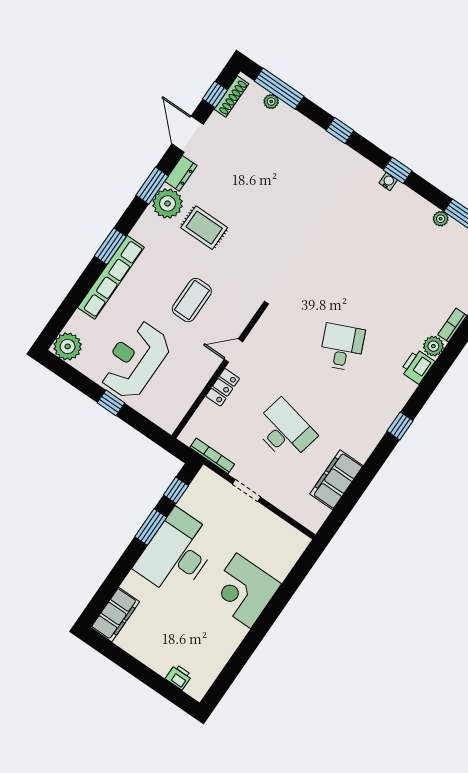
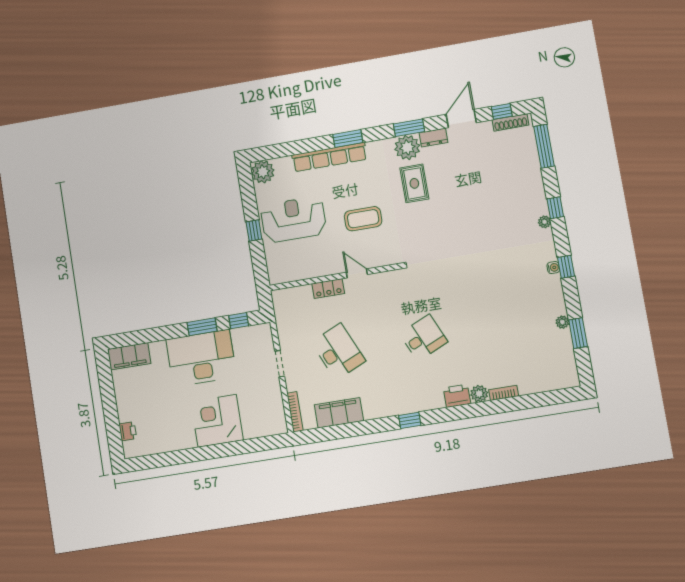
plant: (271, 102) -> (545, 222), moved
desk: (285, 431) -> (338, 352), turned -36
bookcase: (212, 456) -> (295, 412), moved

